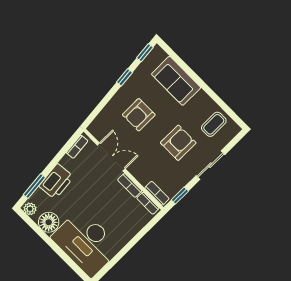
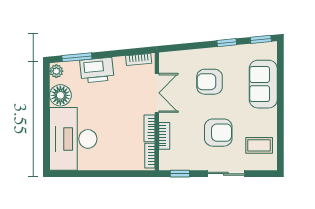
bookcase: (157, 193) -> (164, 136), moved

